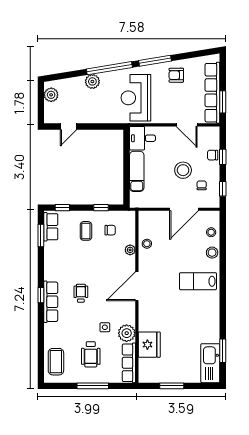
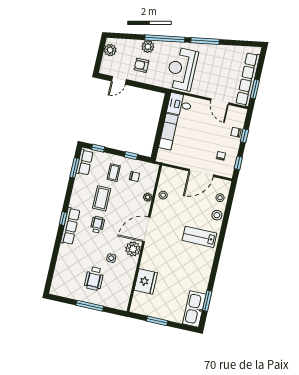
armchair: (176, 75) -> (141, 65), moved
stool: (183, 170) -> (208, 139), removed
plant: (127, 333) -> (133, 249), moved
coffee table: (56, 362) -> (102, 198), moved
row of seats: (129, 363) -> (125, 293), removed

